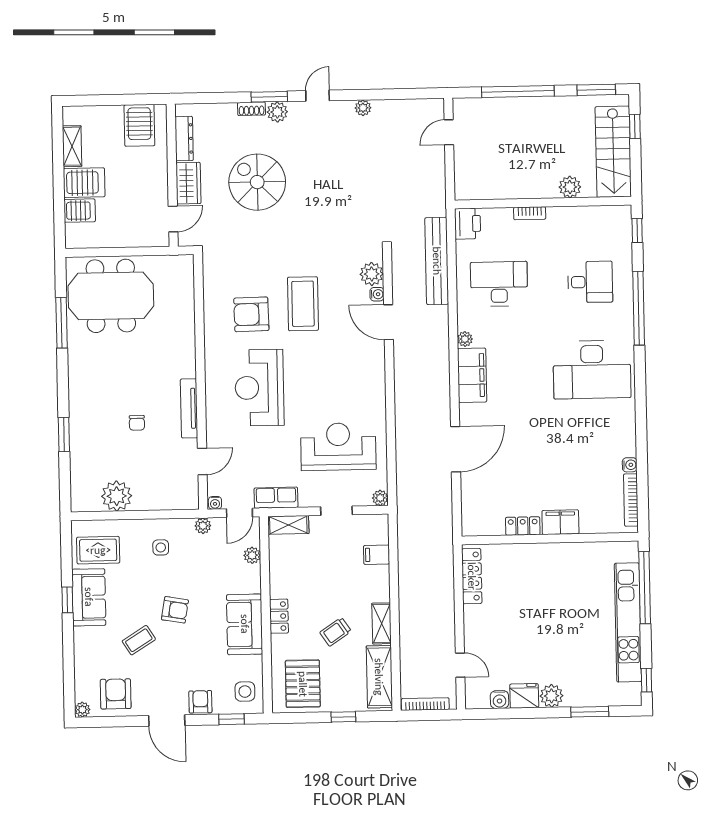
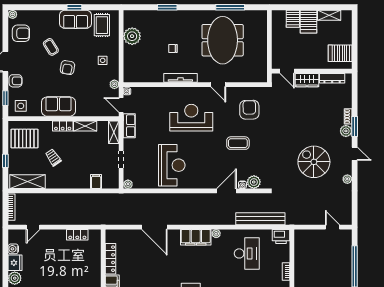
spiral stairs: (257, 182) -> (314, 162), moved, turned -90
meeting table: (111, 296) -> (223, 40), moved
coffee table: (303, 304) -> (238, 143), width x0.73, depth x0.76
armchair: (251, 314) -> (249, 110), moved
reception desk: (338, 447) -> (172, 165), moved
door: (202, 461) -> (218, 85), moved
locker: (523, 526) -> (110, 259), width x1.53
plant: (252, 555) -> (97, 112), removed
locker: (472, 576) -> (77, 235), width x0.66
shelving: (382, 623) -> (85, 126), moved

